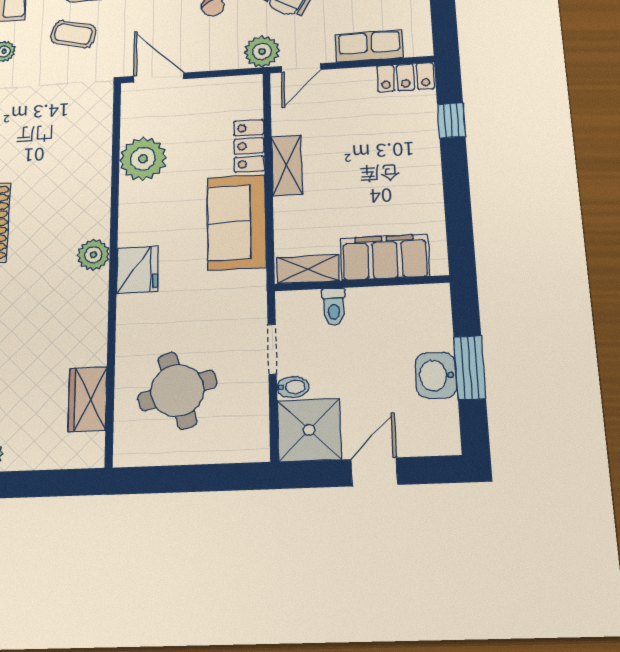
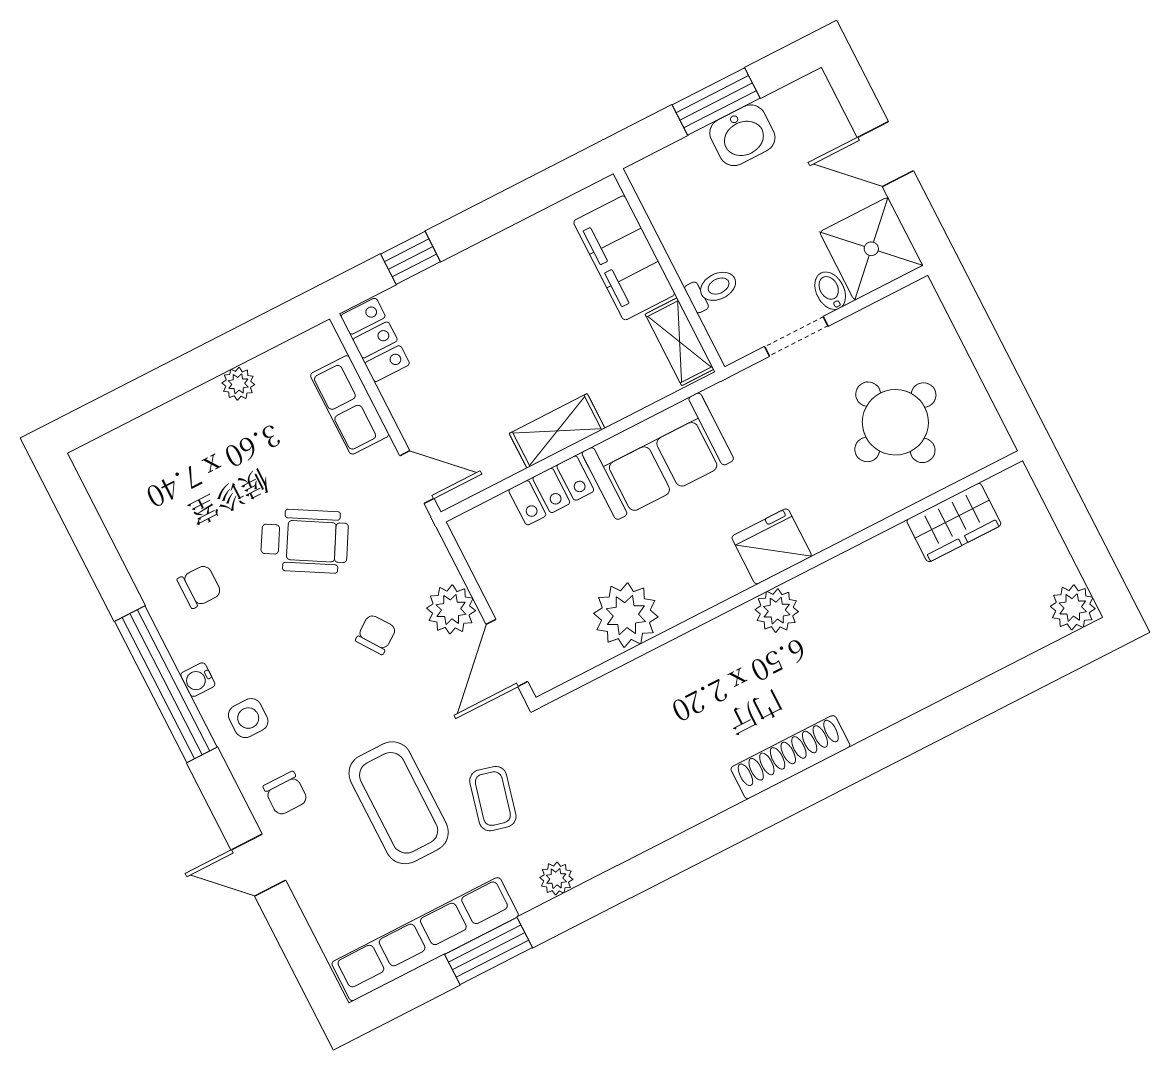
plant: (262, 52) -> (451, 609), moved

